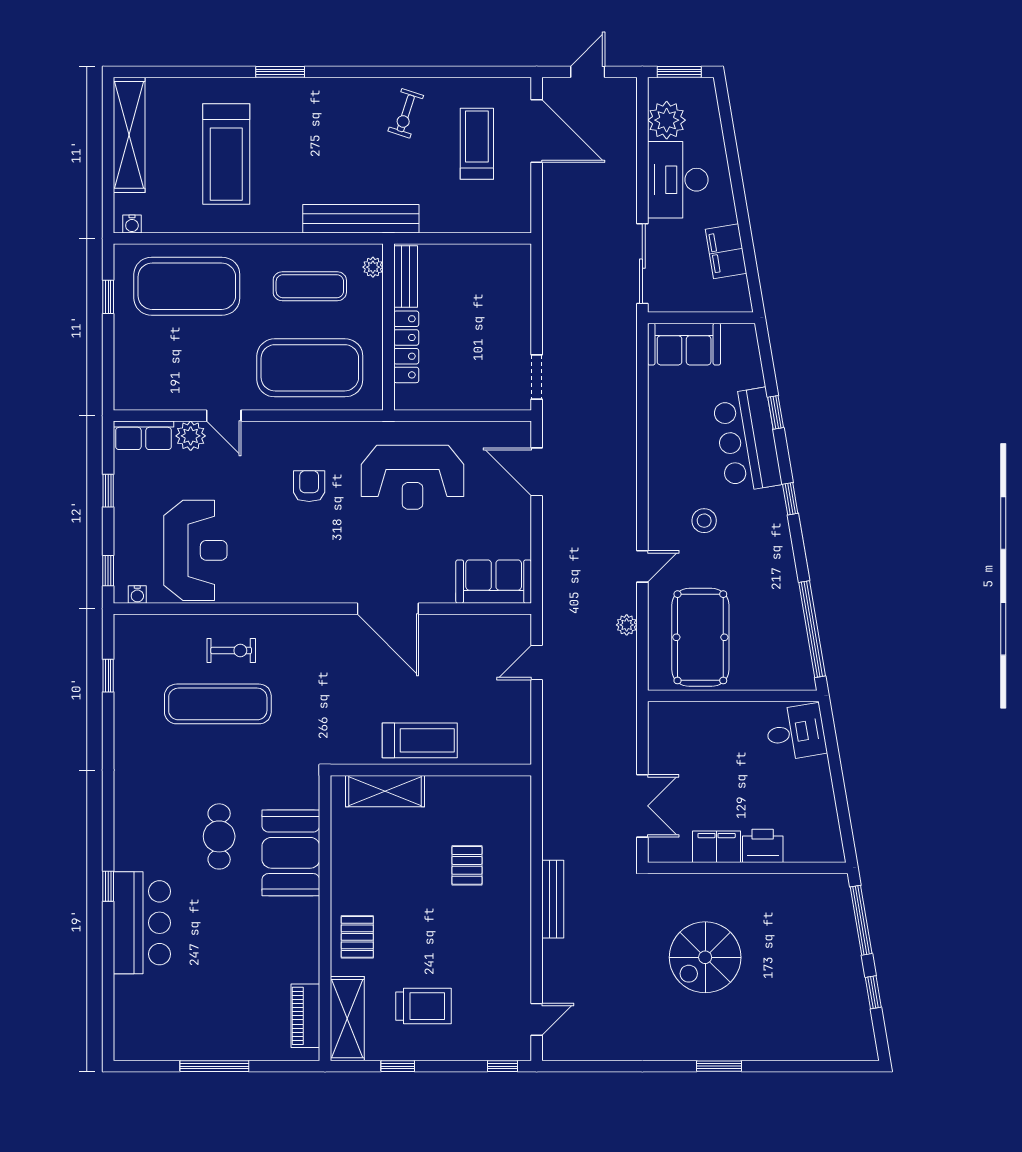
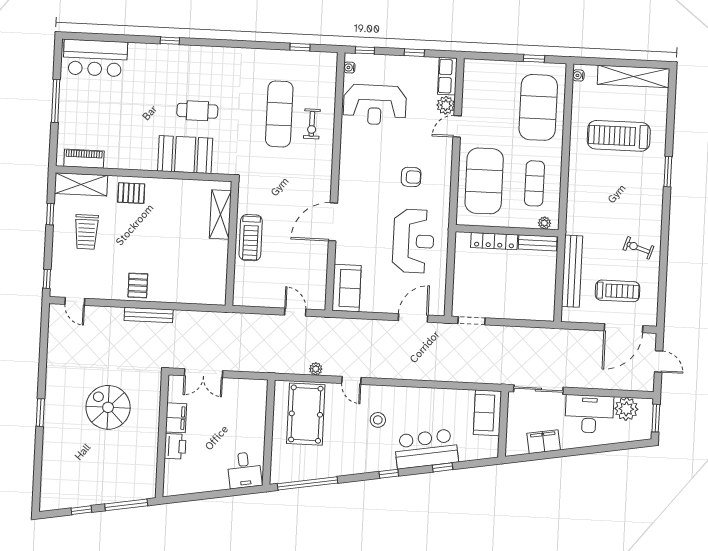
bench: (361, 219) -> (572, 271), moved
reception desk: (412, 477) -> (413, 241), turned 180
pool table: (700, 637) -> (306, 414), turned 90
pallet: (467, 865) -> (138, 285), moved, turned 90
bar counter: (142, 923) -> (95, 58), moved

